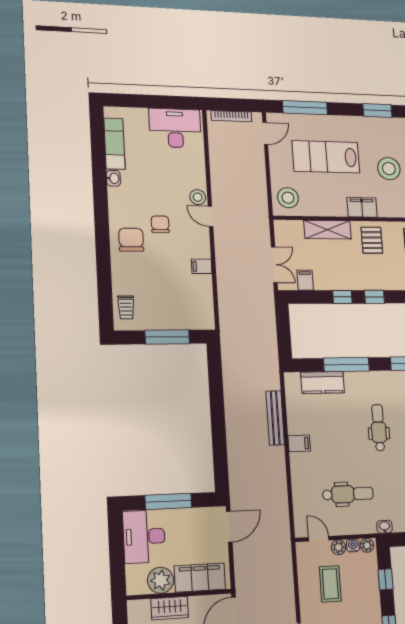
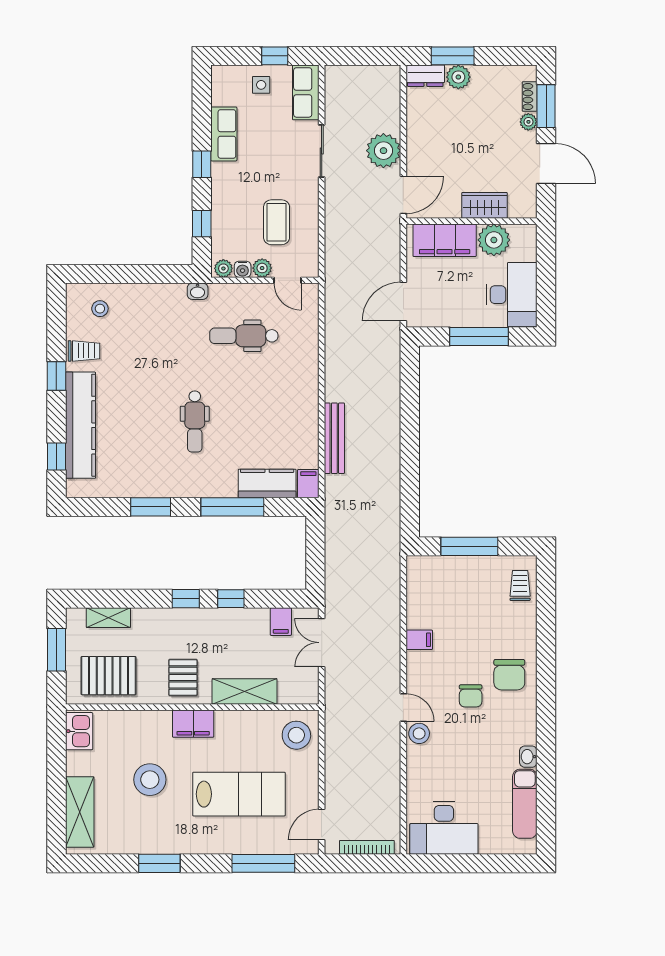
filing cabinet: (299, 443) -> (308, 484), moved, turned 90

